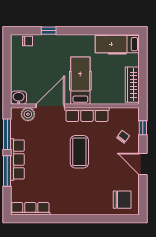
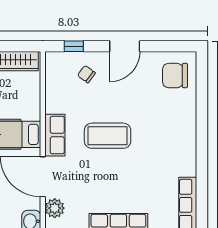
row of seats: (87, 114) -> (55, 135), width x0.68
chair: (122, 200) -> (175, 76), turned -90

